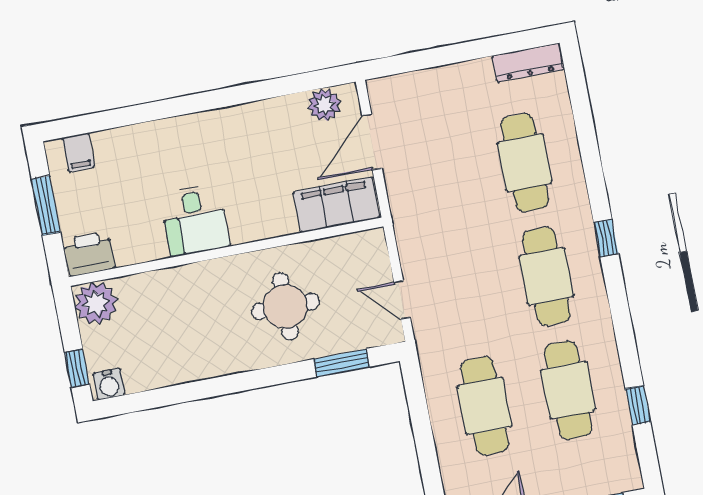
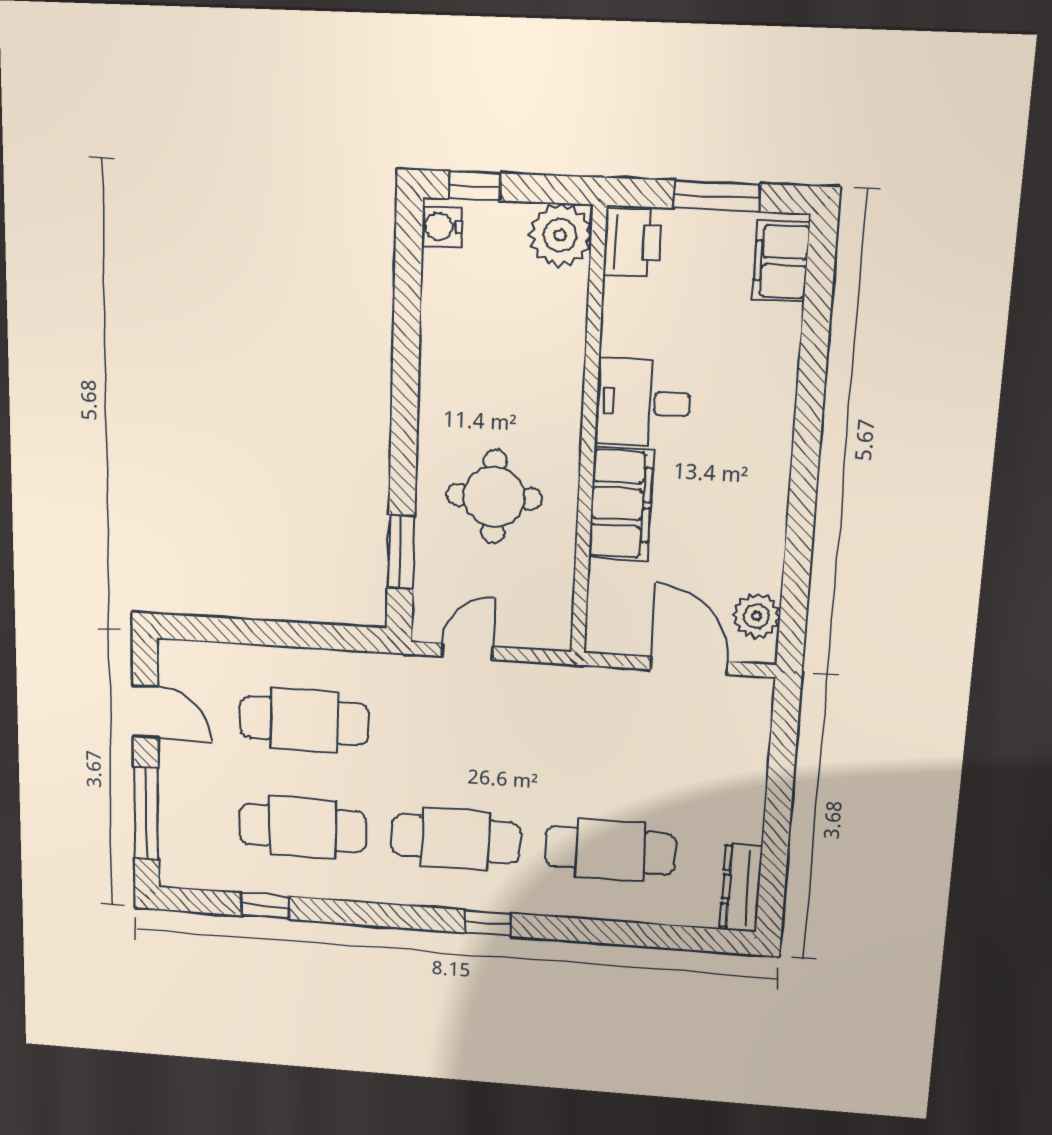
filing cabinet: (78, 152) -> (781, 261), width x2.00
filing cabinet: (336, 205) -> (621, 504), moved

